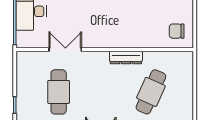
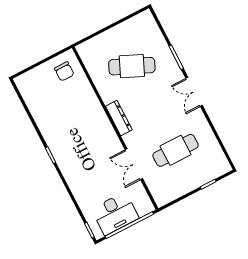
dresser: (126, 57) -> (119, 118), moved

